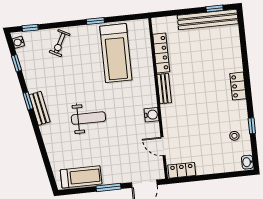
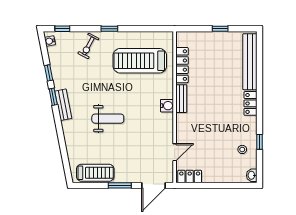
window: (215, 9) -> (220, 29), moved
bench: (208, 20) -> (250, 62), moved, turned 90
window: (95, 21) -> (109, 29), moved
treadmill: (116, 53) -> (140, 61), turned 90
window: (16, 63) -> (49, 73), moved
water cooler: (151, 115) -> (167, 106), moved
door: (163, 146) -> (175, 152), swing flipped

